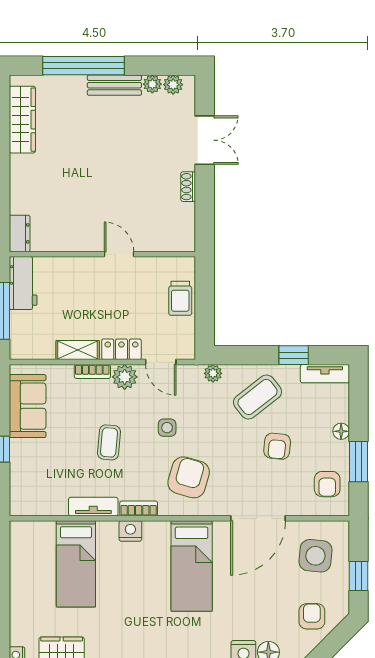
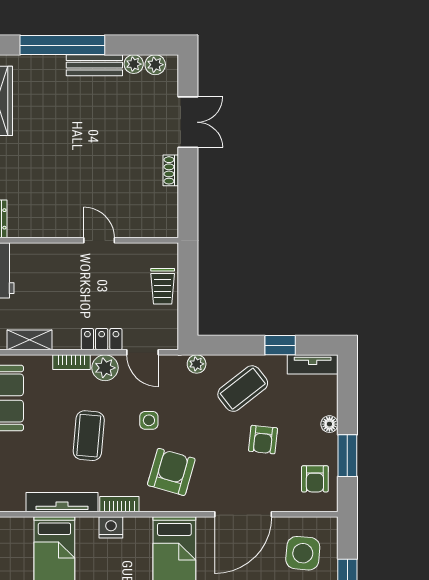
shelving: (78, 350) -> (30, 340), moved
coffee table: (109, 442) -> (89, 436), width x1.36, depth x1.30
tv unit: (93, 507) -> (62, 502), width x1.41

